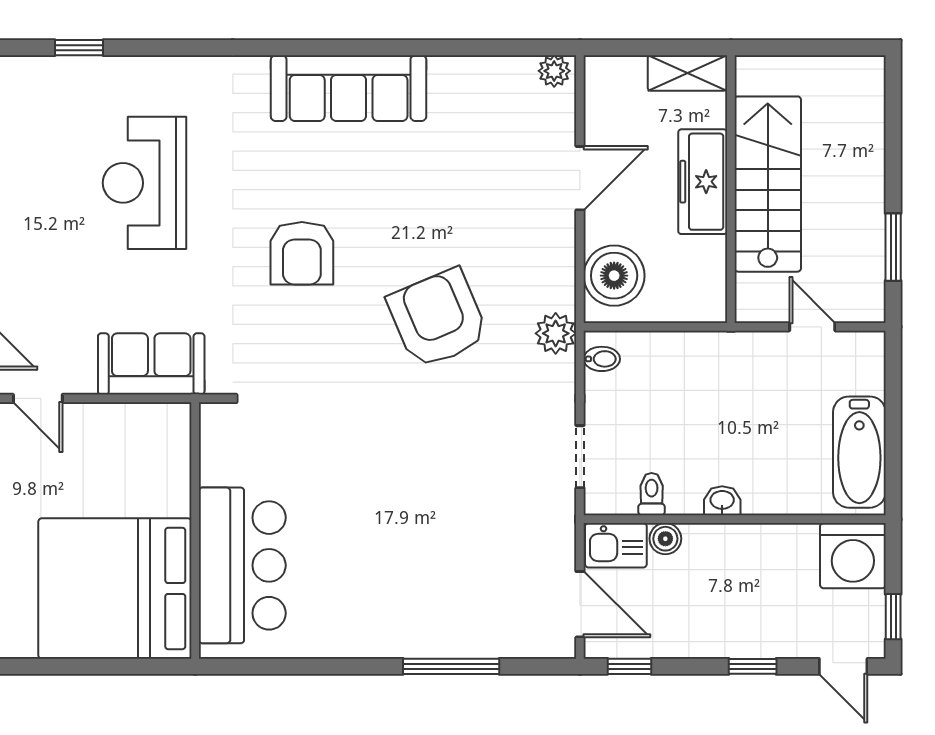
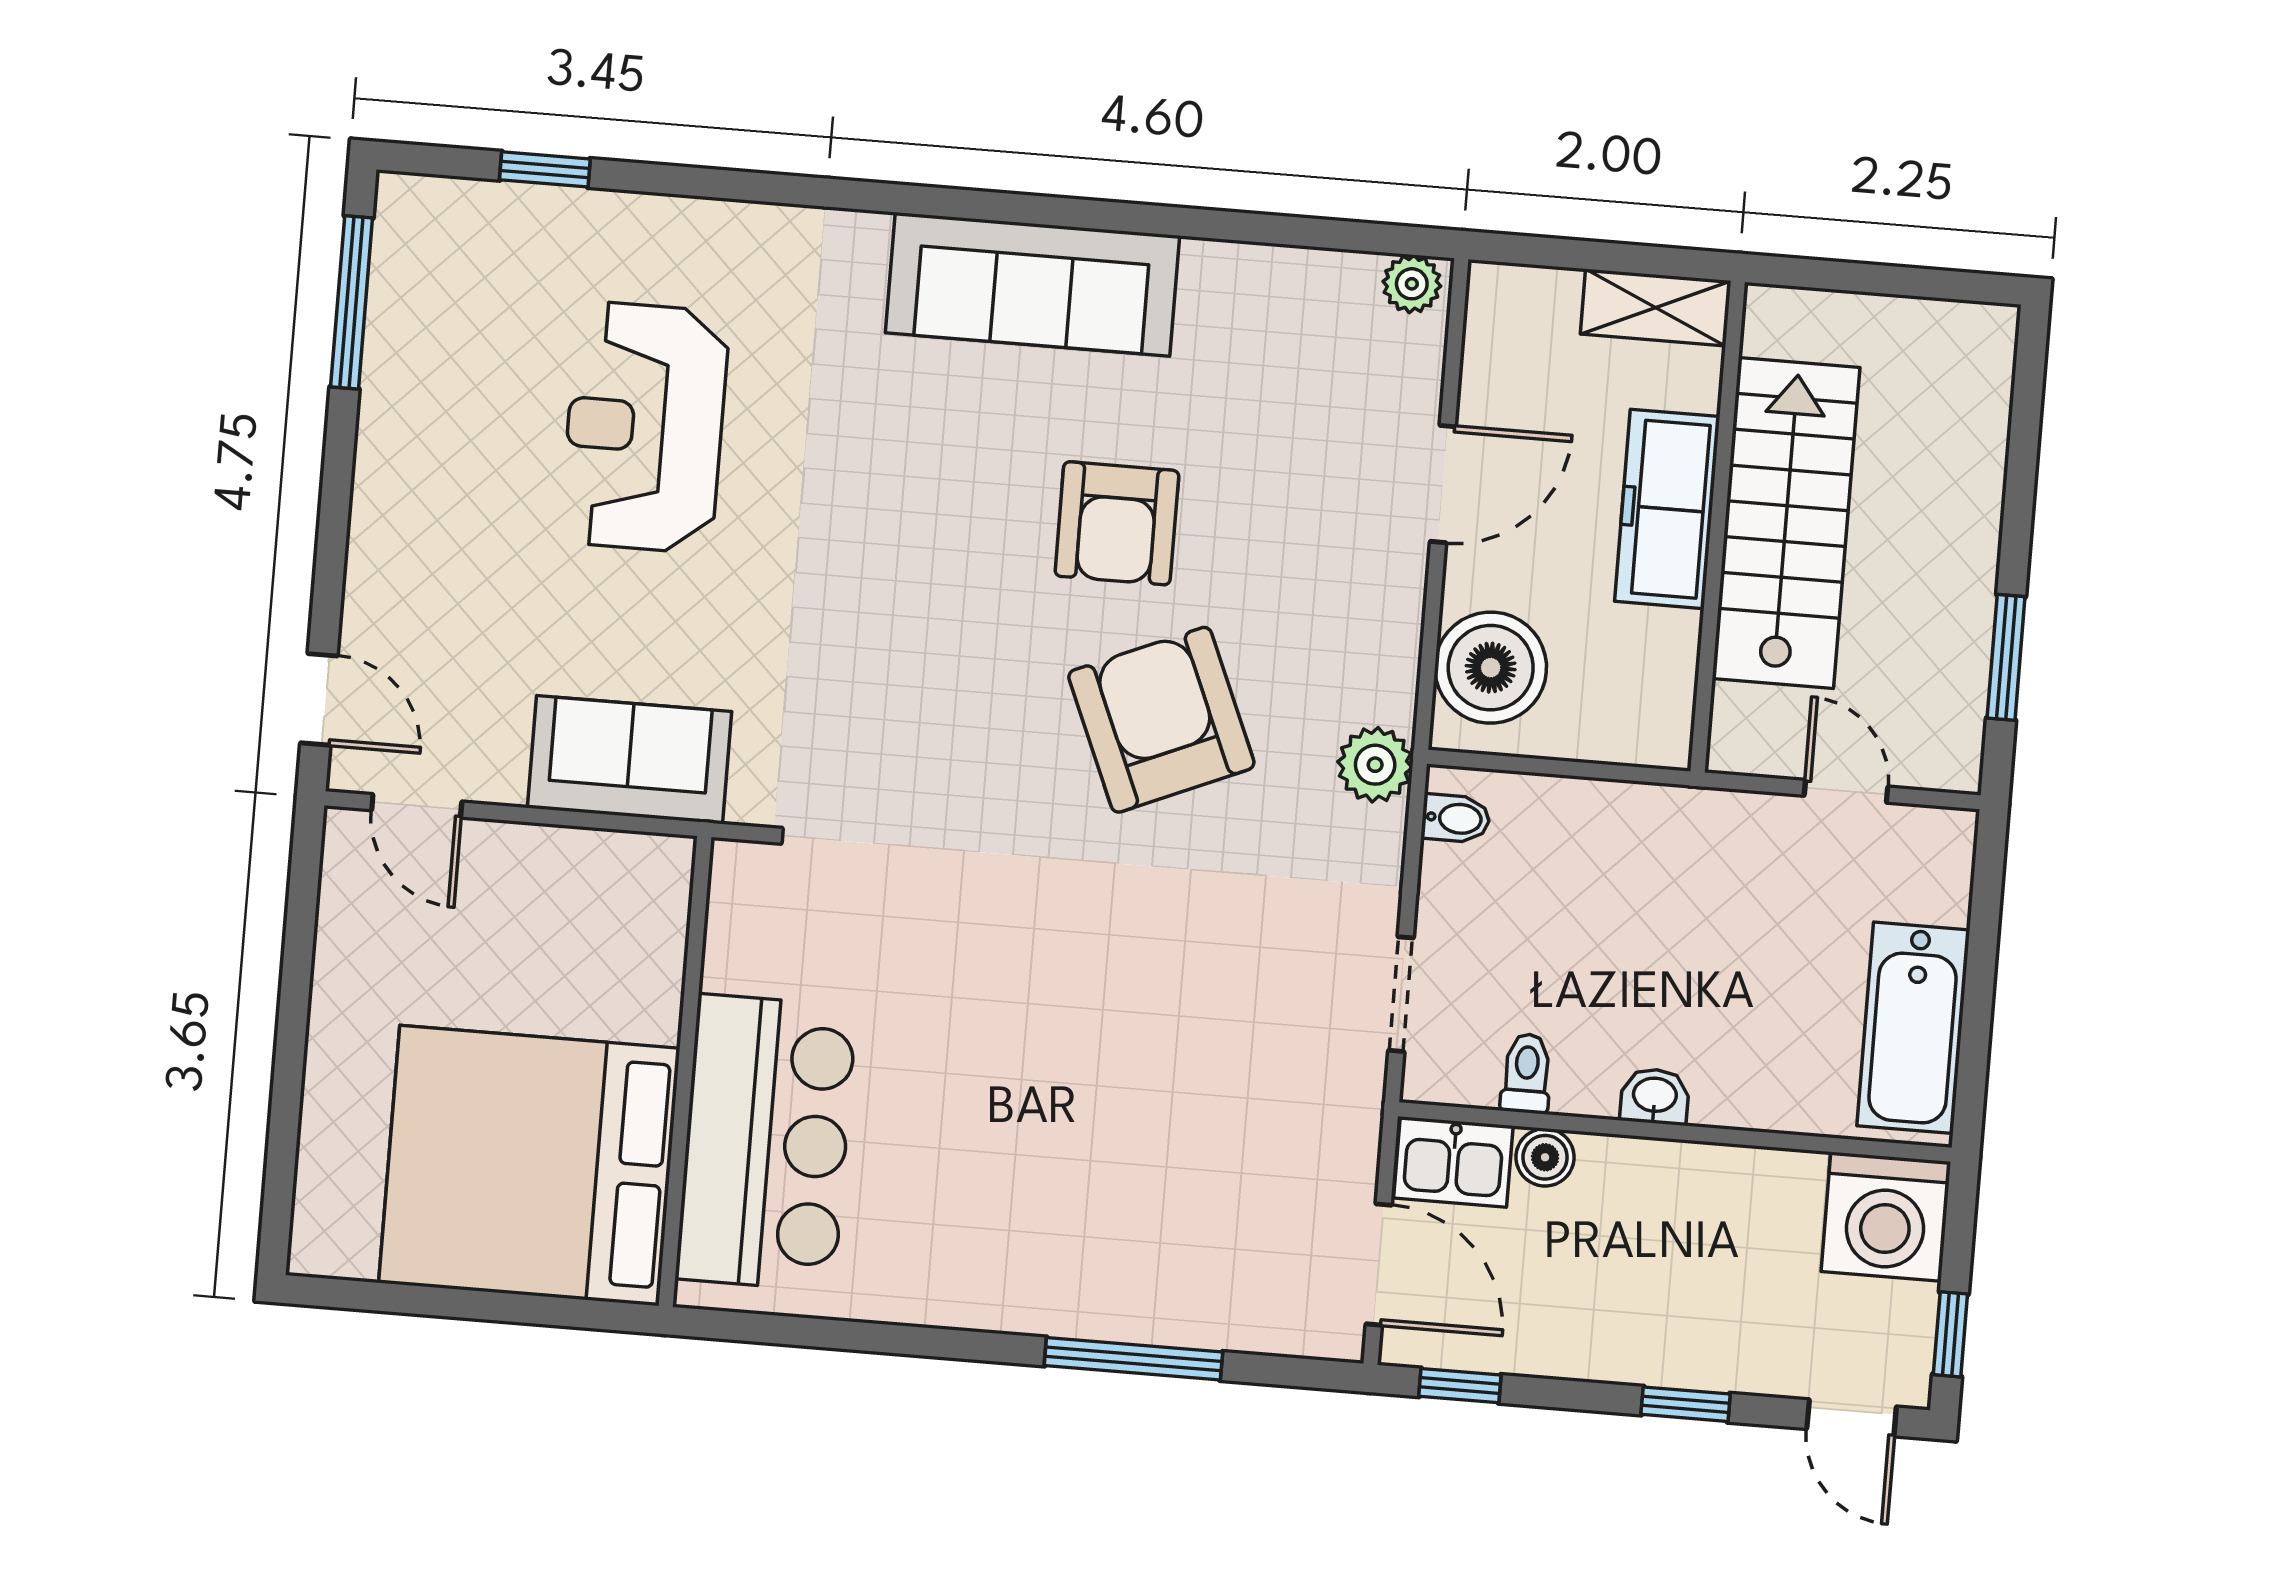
armchair: (302, 253) -> (1117, 523), moved

